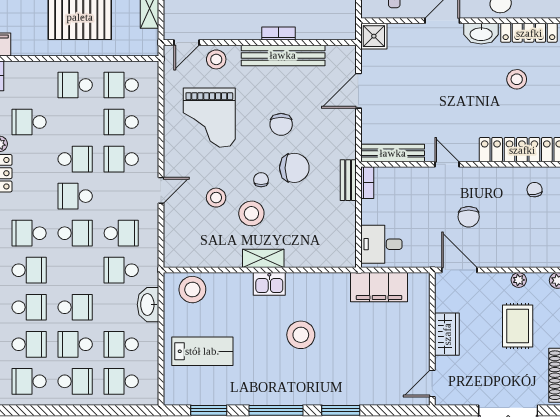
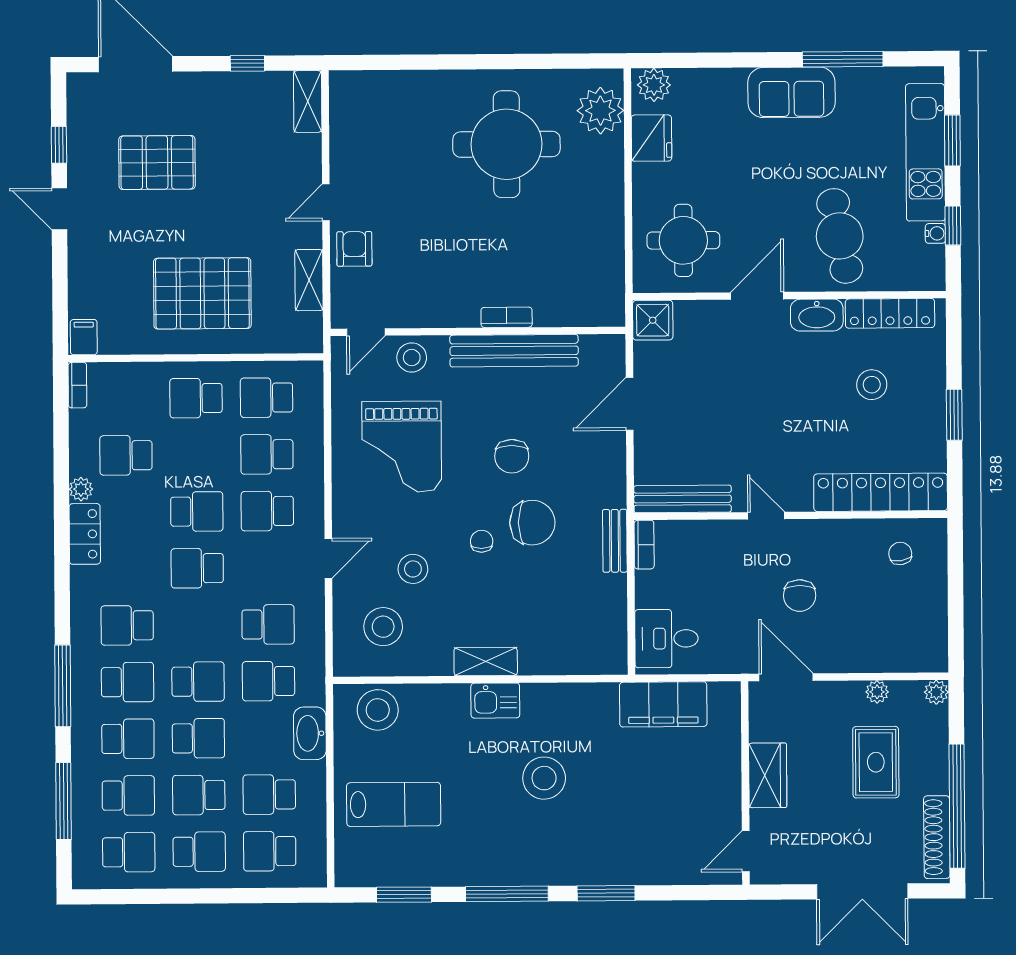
stool: (251, 213) -> (383, 627), moved
school desk: (75, 233) -> (198, 682), moved
school desk: (29, 381) -> (129, 852), turned 180

